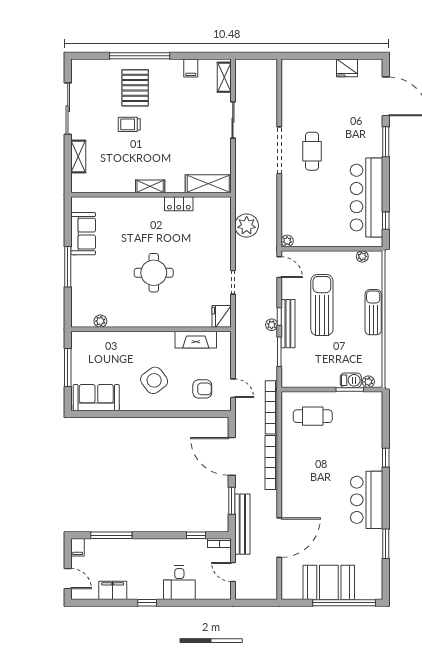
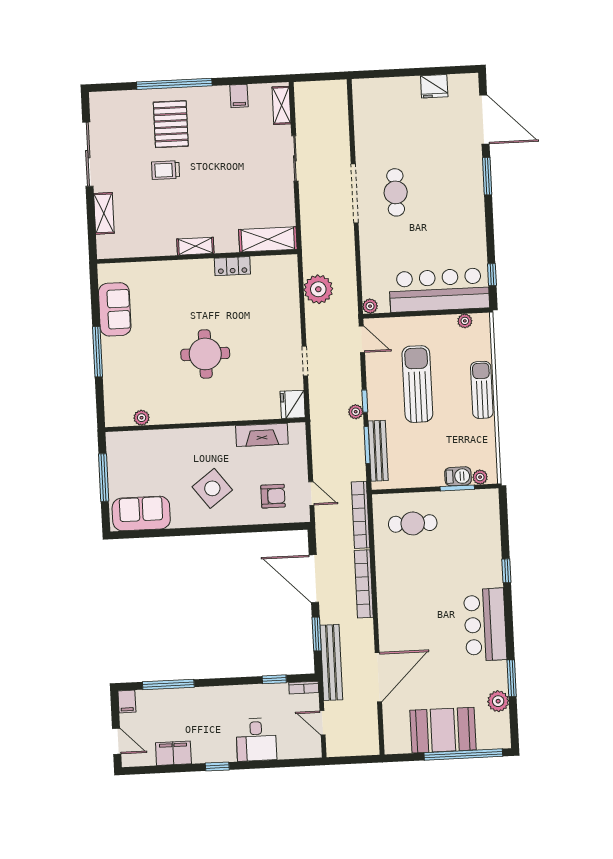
bar counter: (367, 198) -> (439, 290), moved, turned 90
bench: (288, 324) -> (378, 451), moved
plant: (374, 561) -> (498, 701), added

